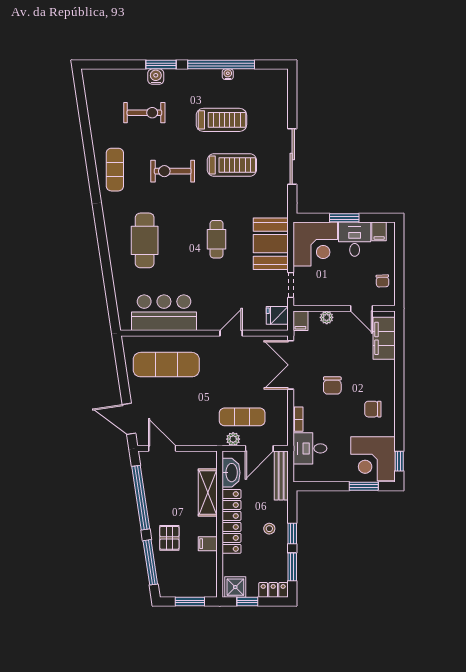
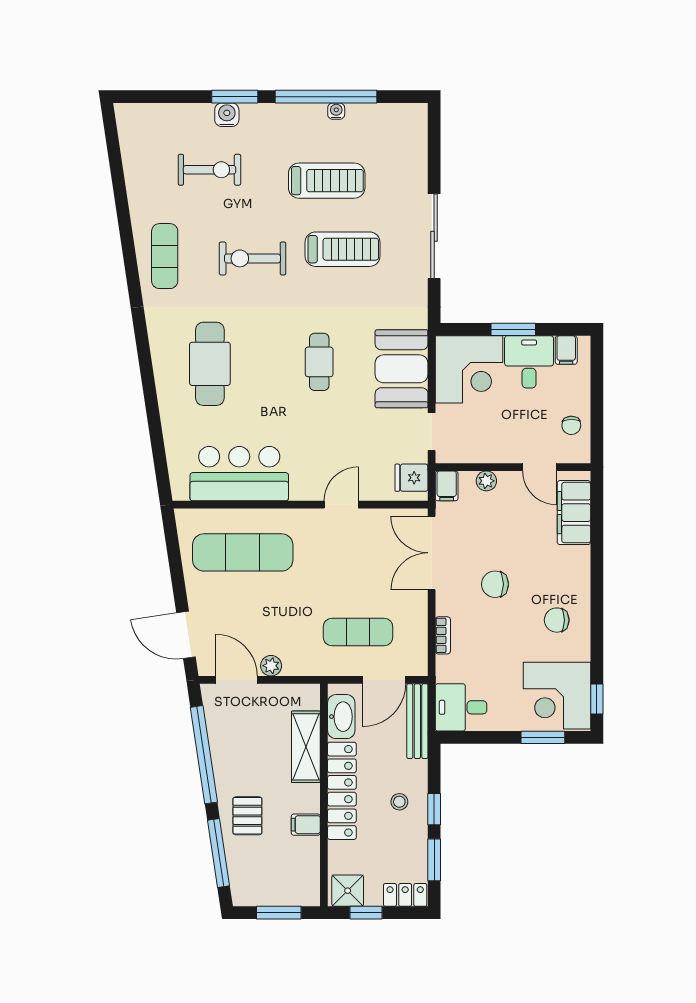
chair: (332, 385) -> (495, 584), turned 90
plant: (233, 439) -> (271, 666), moved
desk: (310, 448) -> (461, 707), moved

